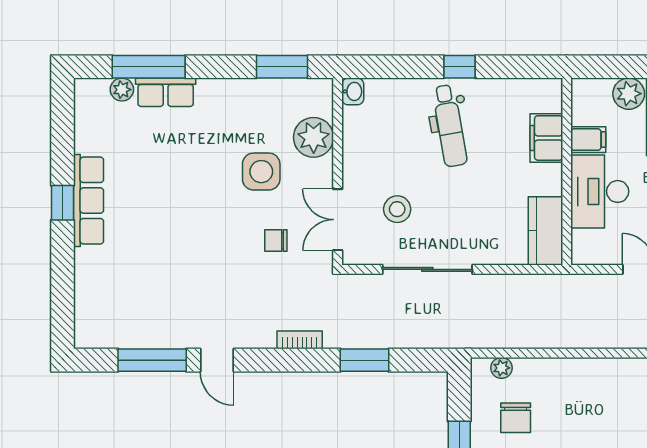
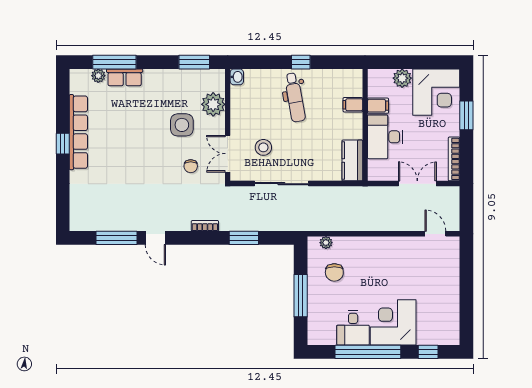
filing cabinet: (546, 138) -> (353, 105), width x0.50
row of seats: (89, 201) -> (78, 132), width x1.36
chair: (276, 240) -> (191, 166), turned -90

